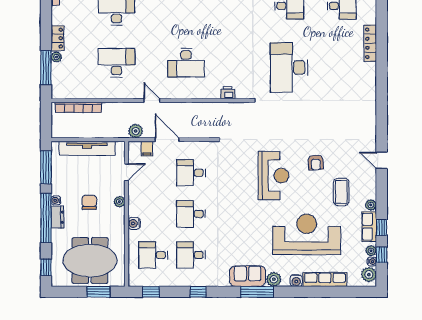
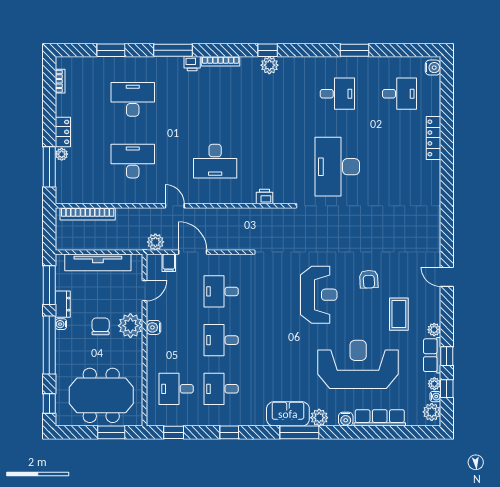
plant: (119, 202) -> (130, 326), width x1.87, depth x1.87
dresser: (57, 217) -> (63, 304), moved
water cooler: (134, 223) -> (154, 327), moved

